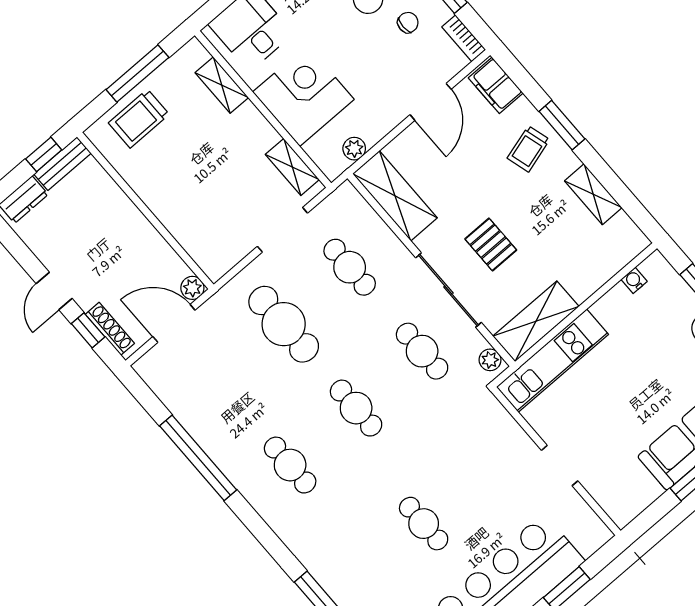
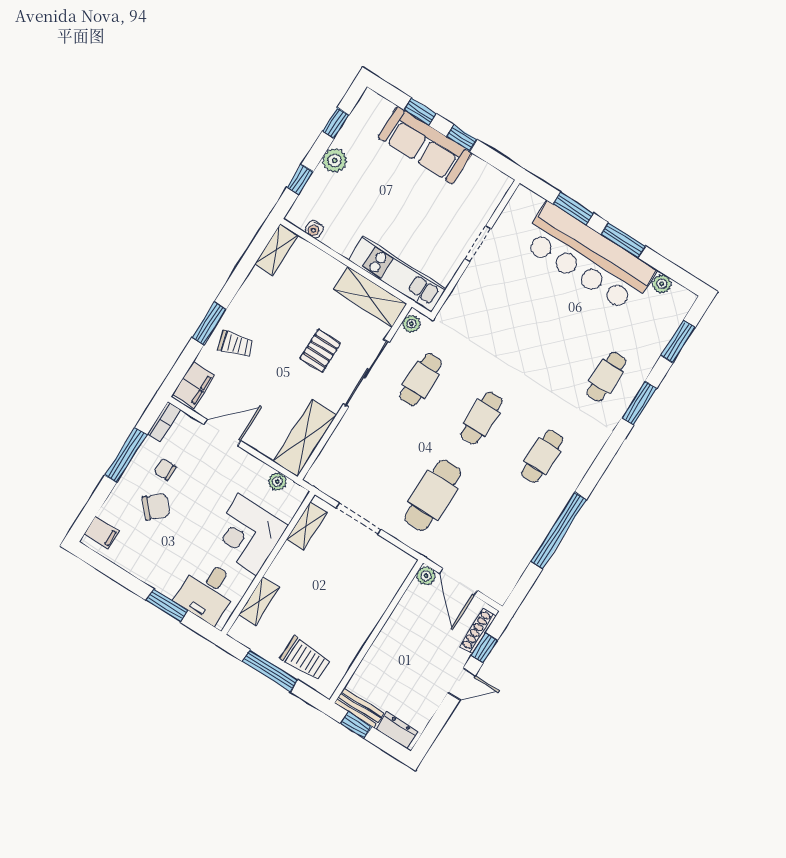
shelving: (593, 194) -> (277, 250), moved
cafe table: (350, 267) -> (372, 457), removed
cafe table: (424, 524) -> (606, 377), moved

